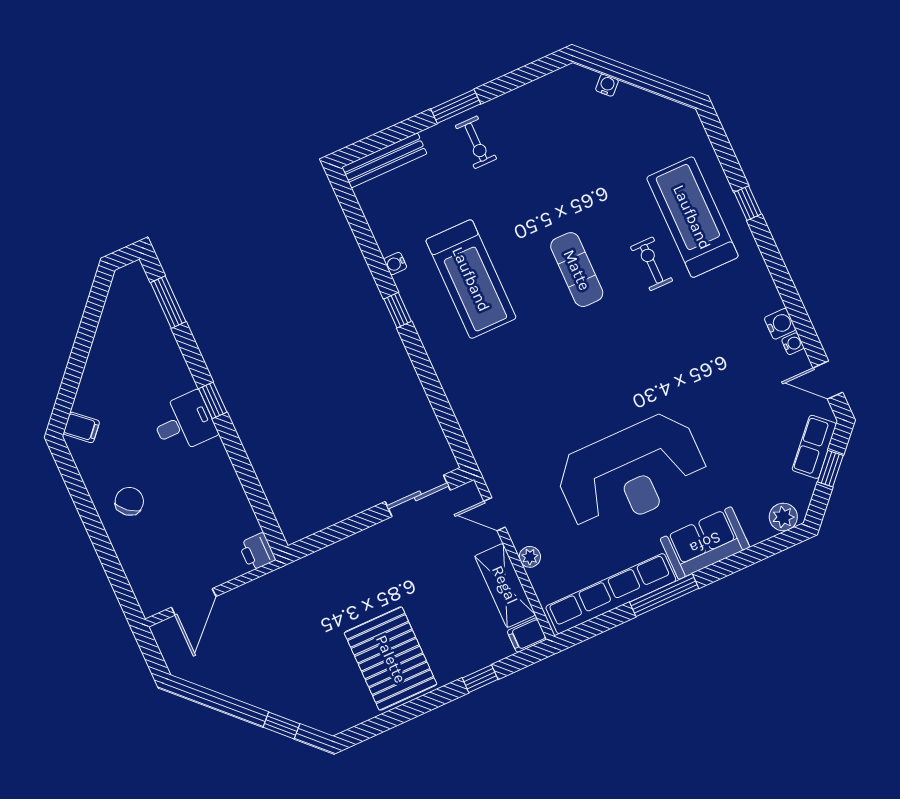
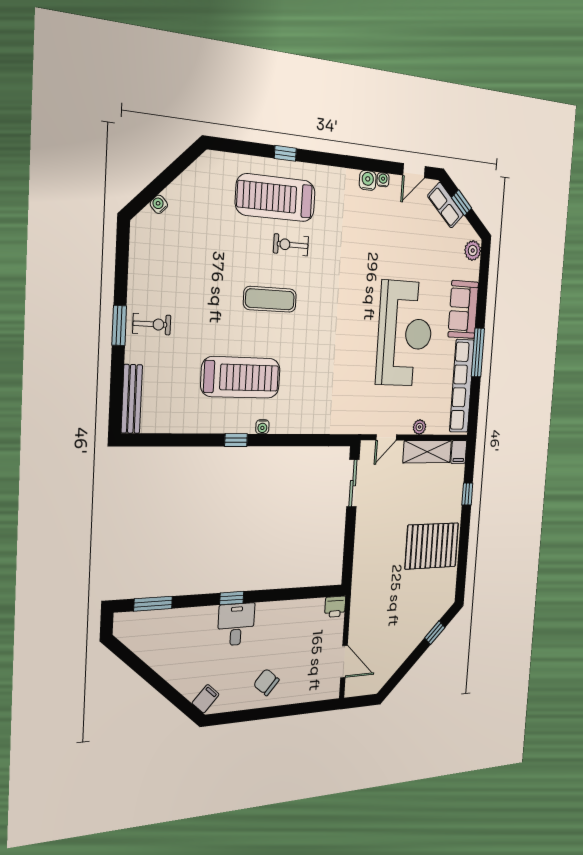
water cooler: (395, 264) -> (262, 427), moved

